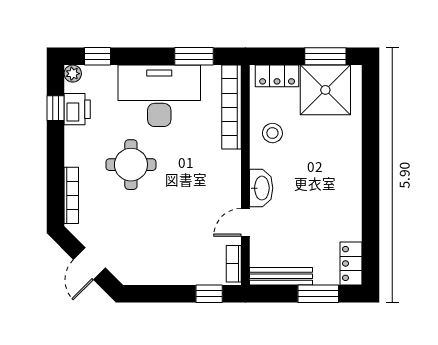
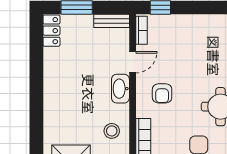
armchair: (207, 182) -> (162, 93), added
bench: (281, 276) -> (112, 21), width x0.73

